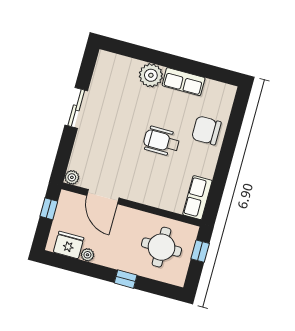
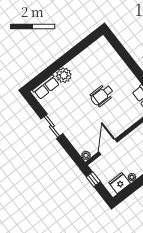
row of seats: (184, 82) -> (46, 87), moved
chair: (206, 130) -> (114, 68), removed
door: (103, 197) -> (108, 147), swing flipped

